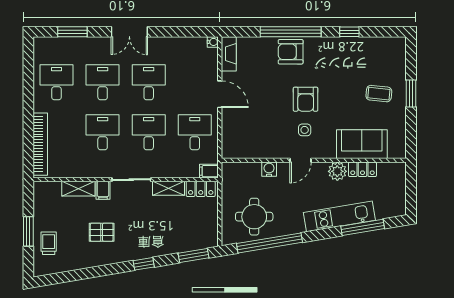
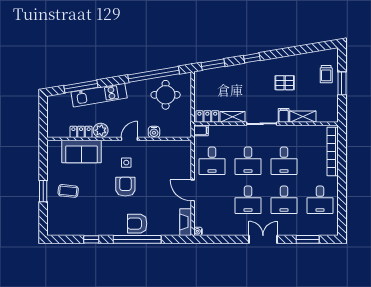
armchair: (291, 52) -> (137, 224), turned 180

